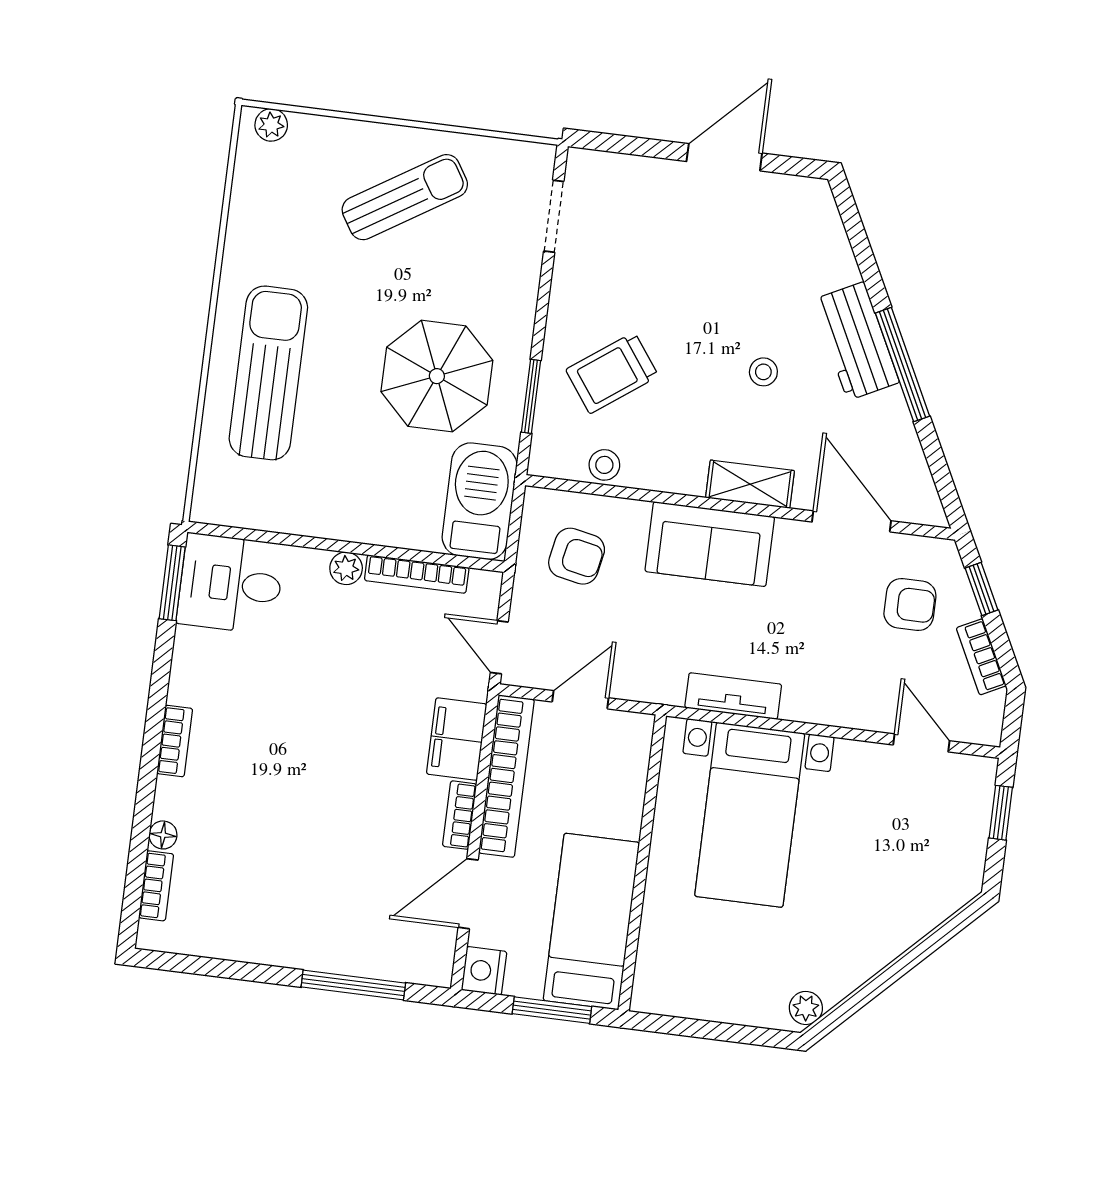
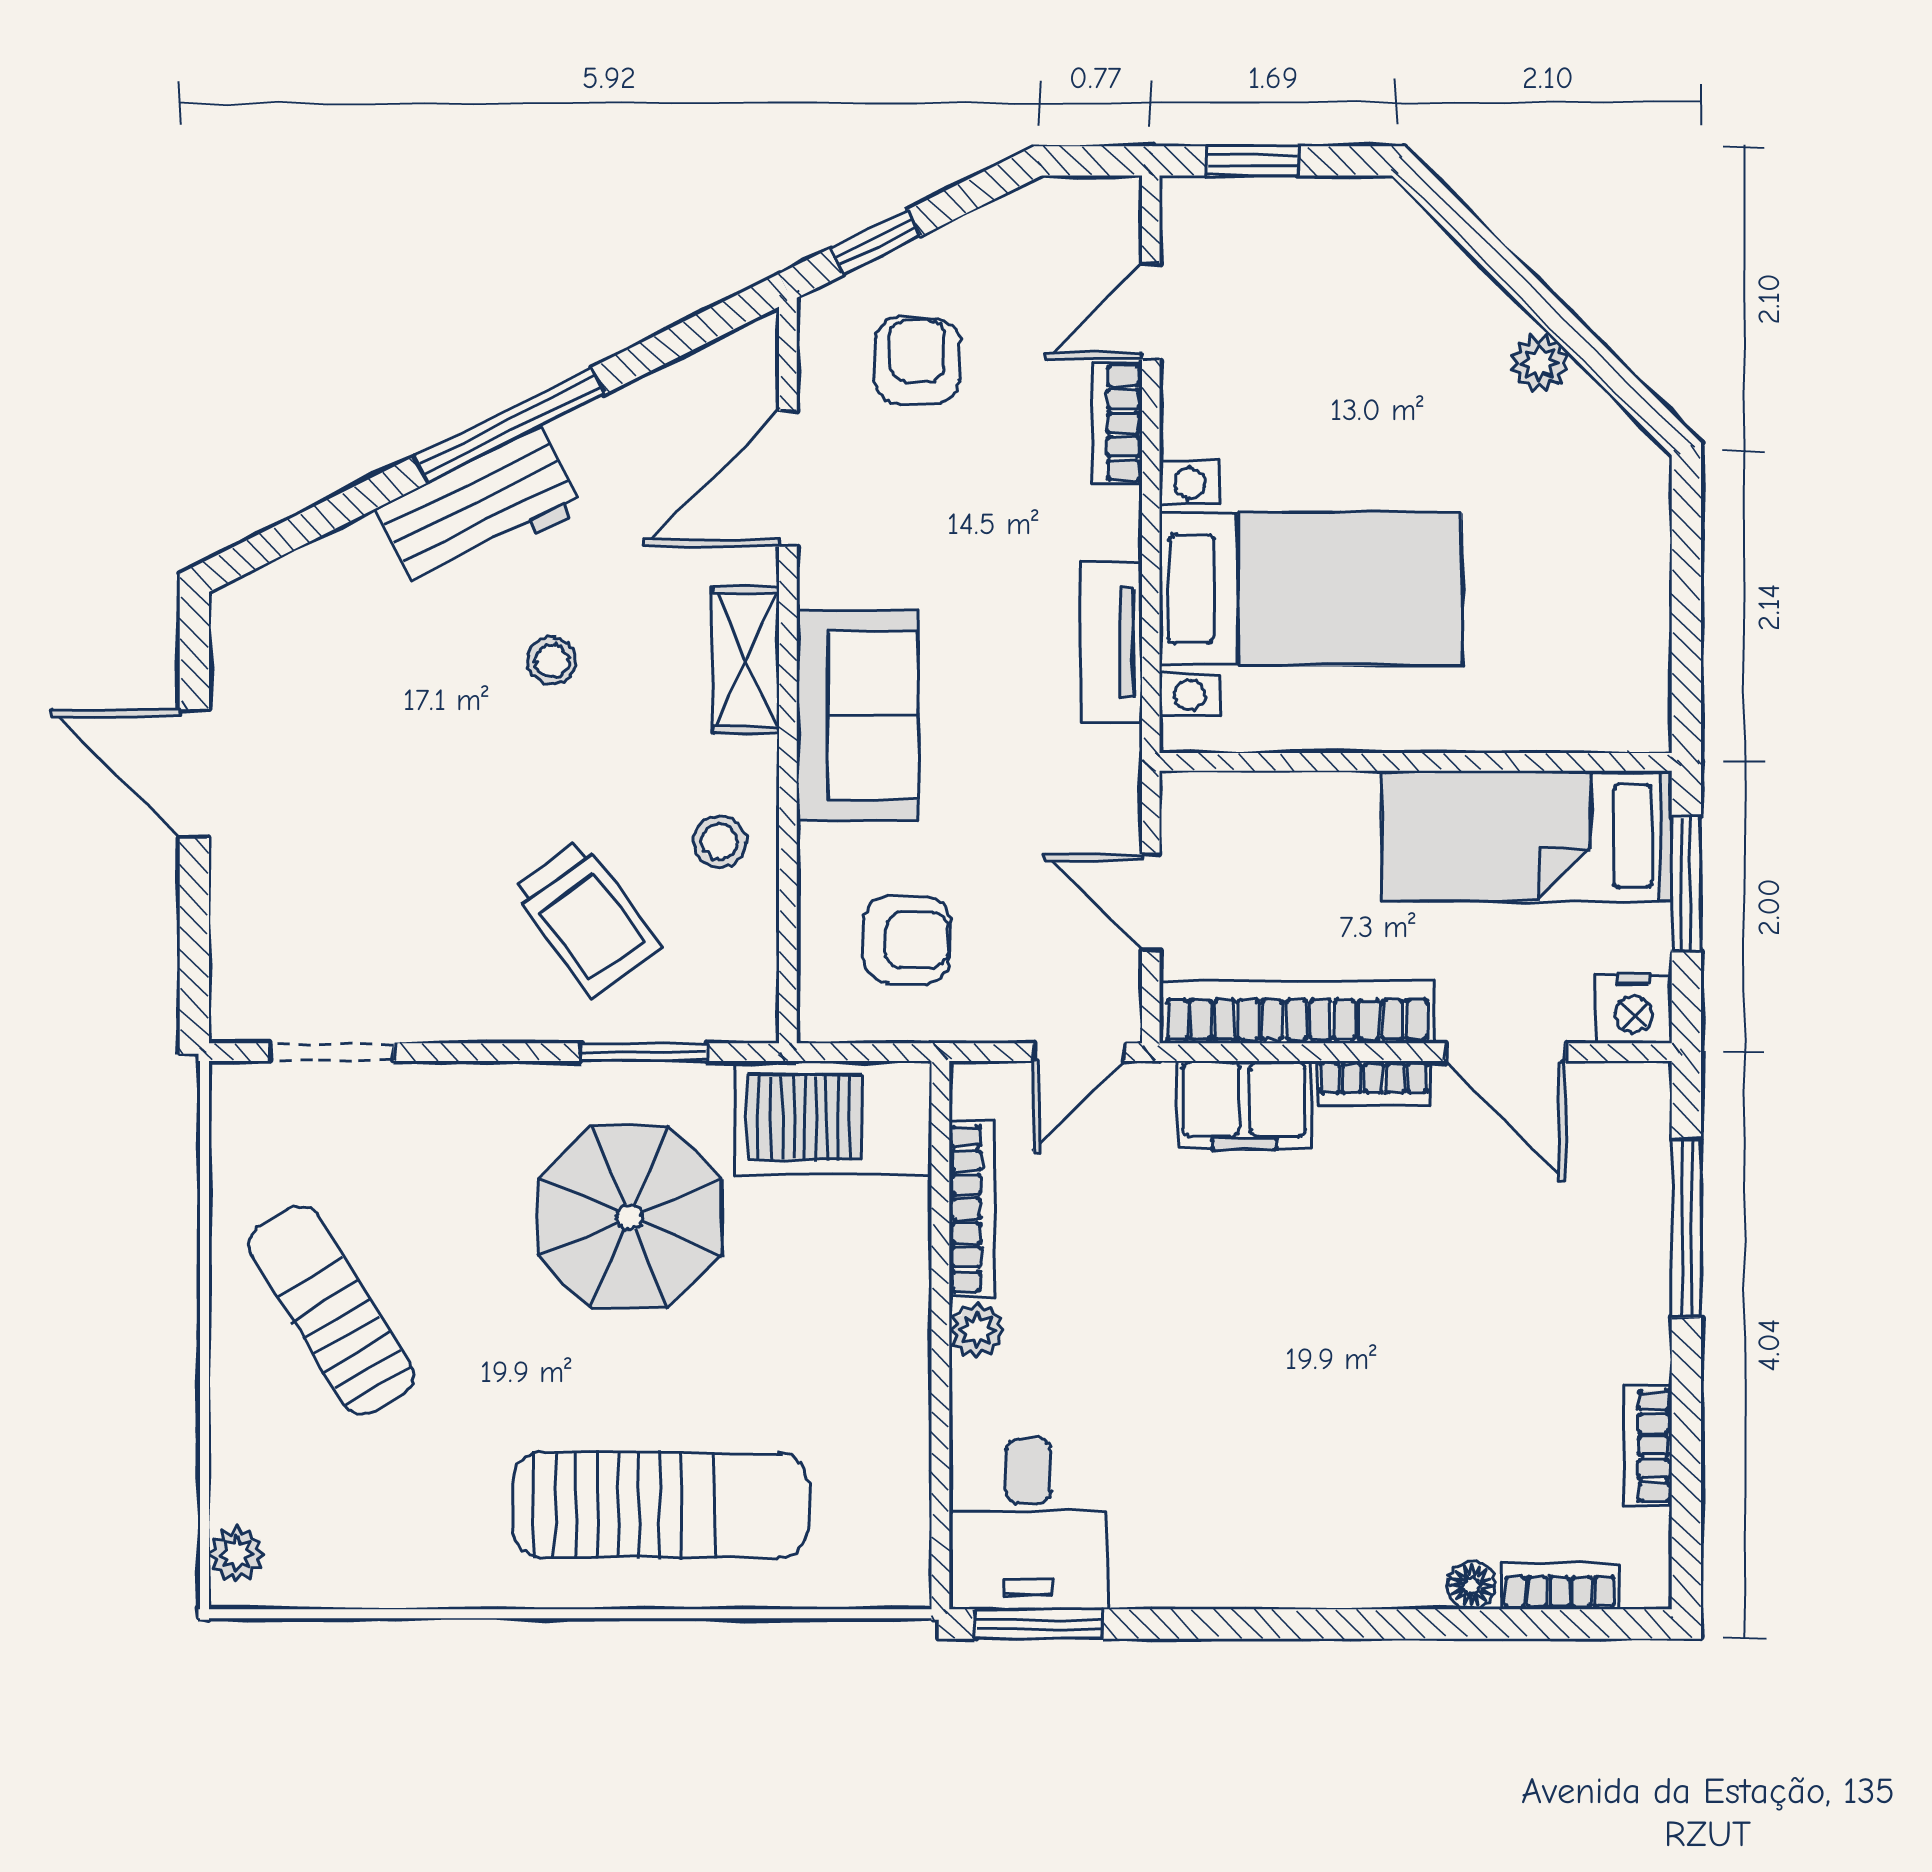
sun lounger: (268, 373) -> (660, 1505), turned 180
stool: (604, 465) -> (720, 841), moved
armchair: (577, 556) -> (907, 940), turned 79
bookcase: (981, 657) -> (1117, 423), moved, turned 117
bookcase: (175, 741) -> (1648, 1446), moved, turned -90
plant: (806, 1008) -> (1539, 363), moved

